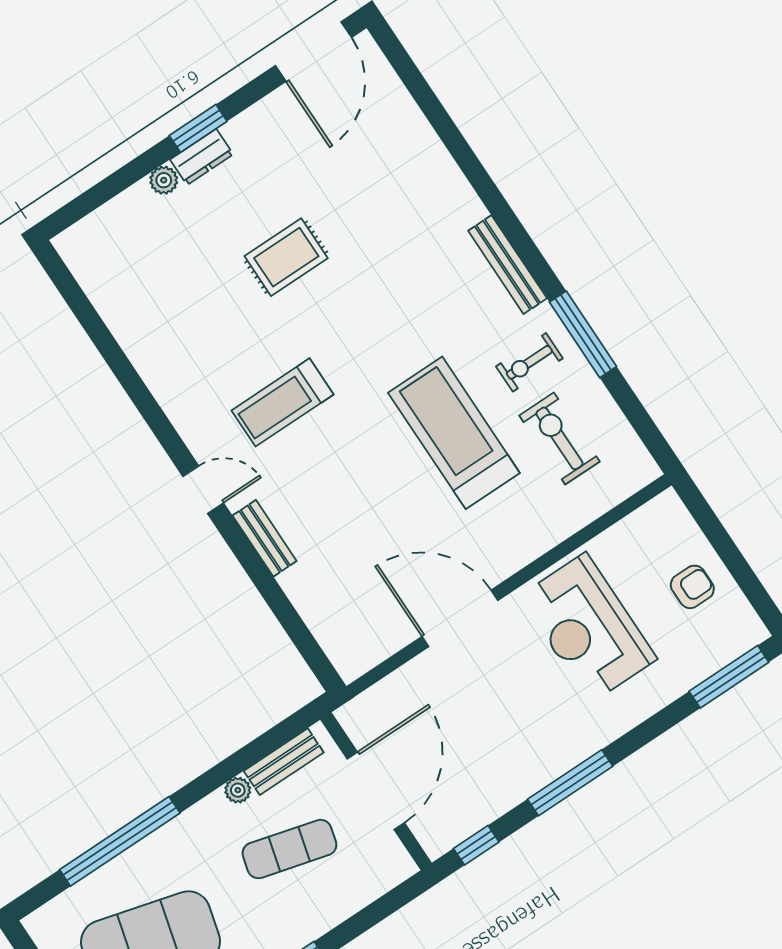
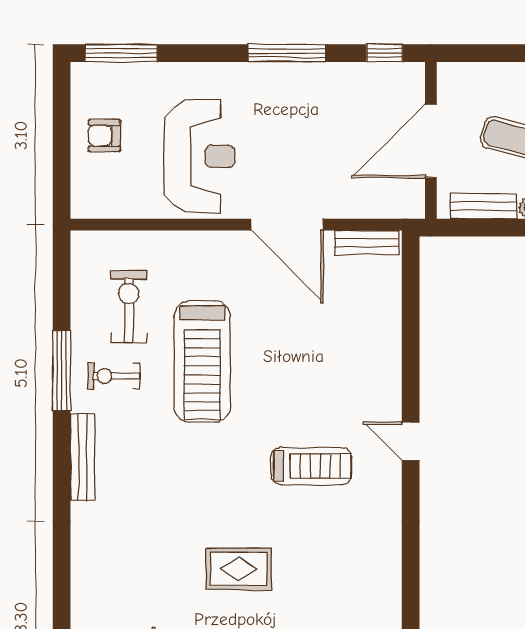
exercise bike: (529, 362) -> (114, 376), turned 180
exercise bike: (559, 438) -> (129, 307), turned 180
bench: (265, 538) -> (367, 243), moved, turned 90

